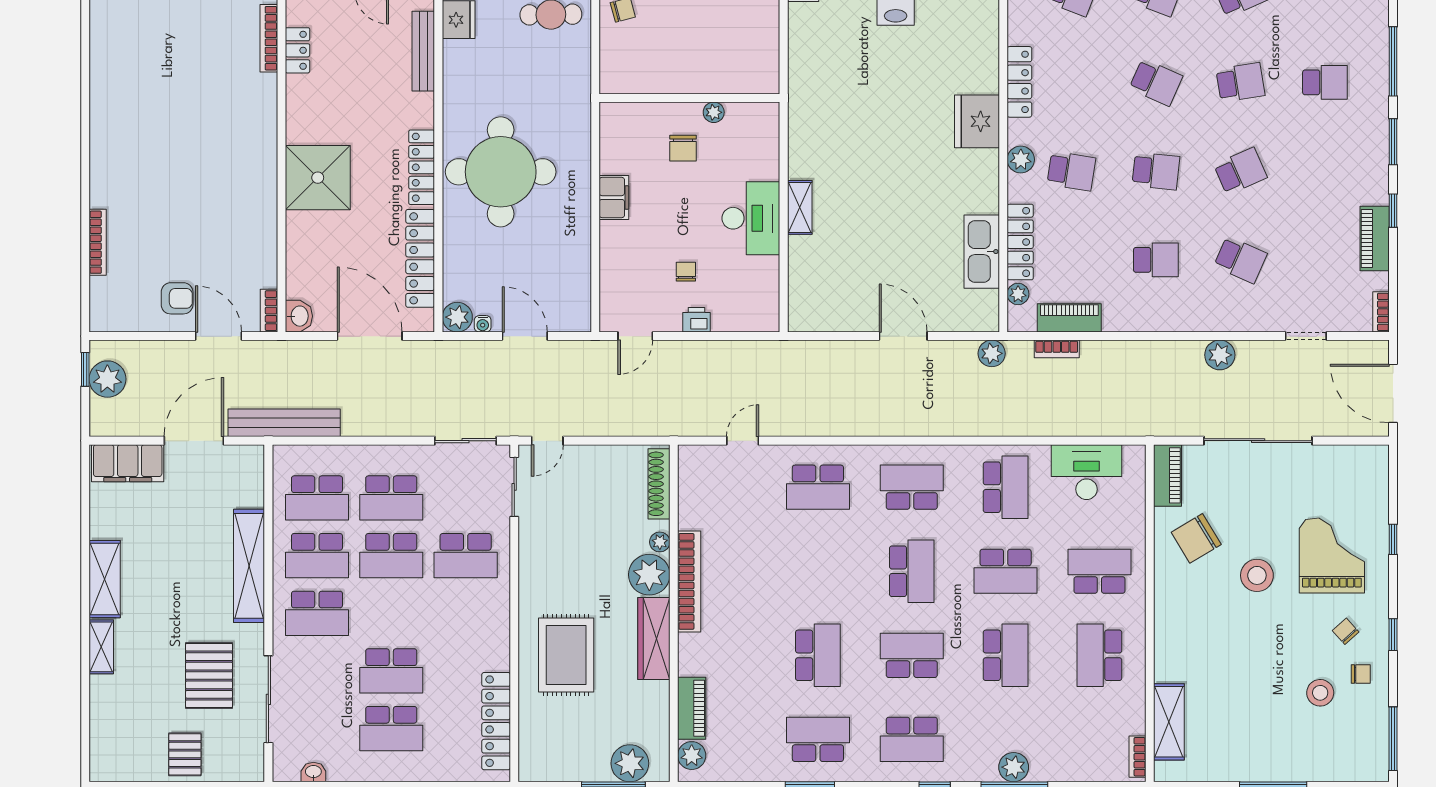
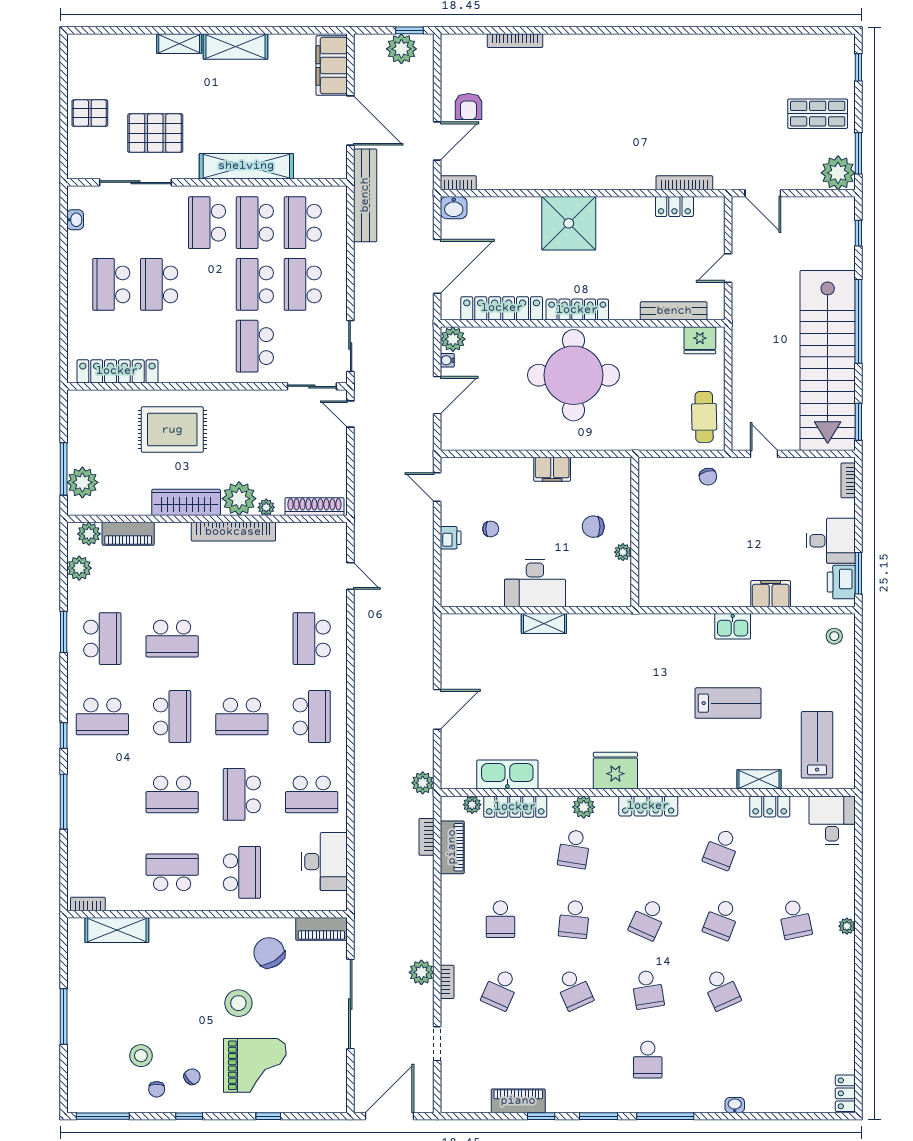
bookcase: (1381, 312) -> (447, 982), moved, turned 90
school desk: (912, 739) -> (102, 717), turned -90
plant: (1014, 767) -> (79, 568), moved

